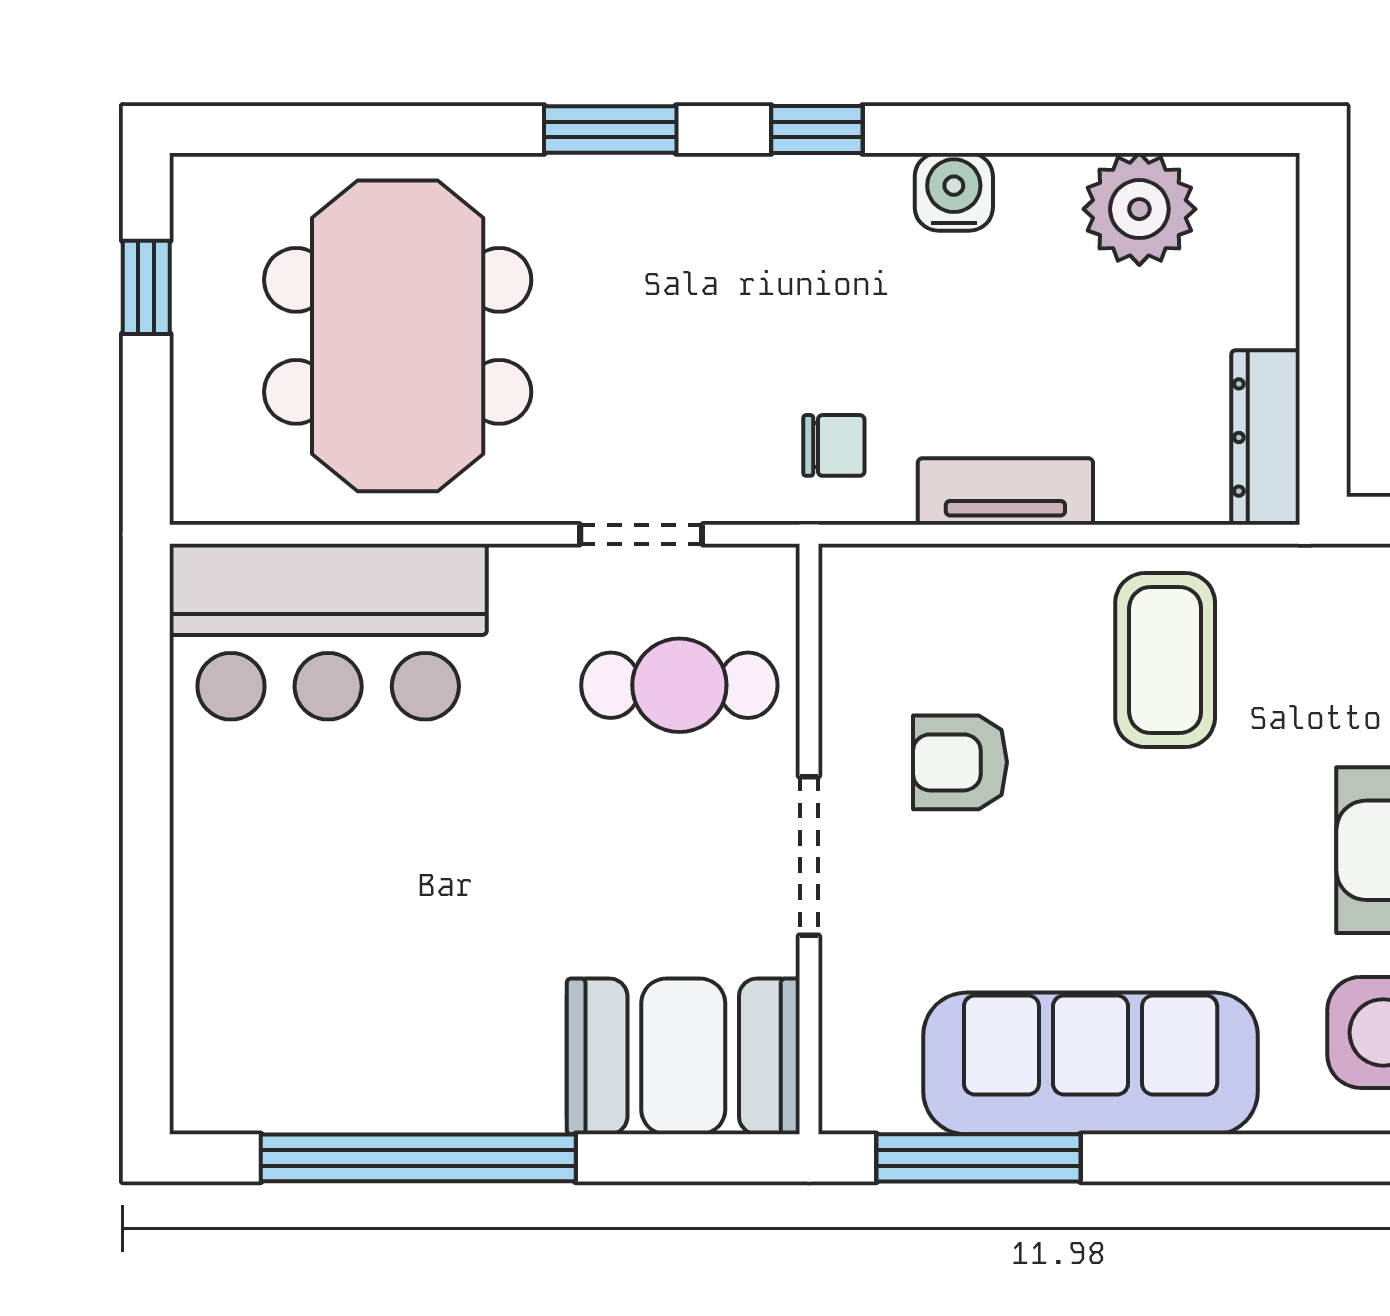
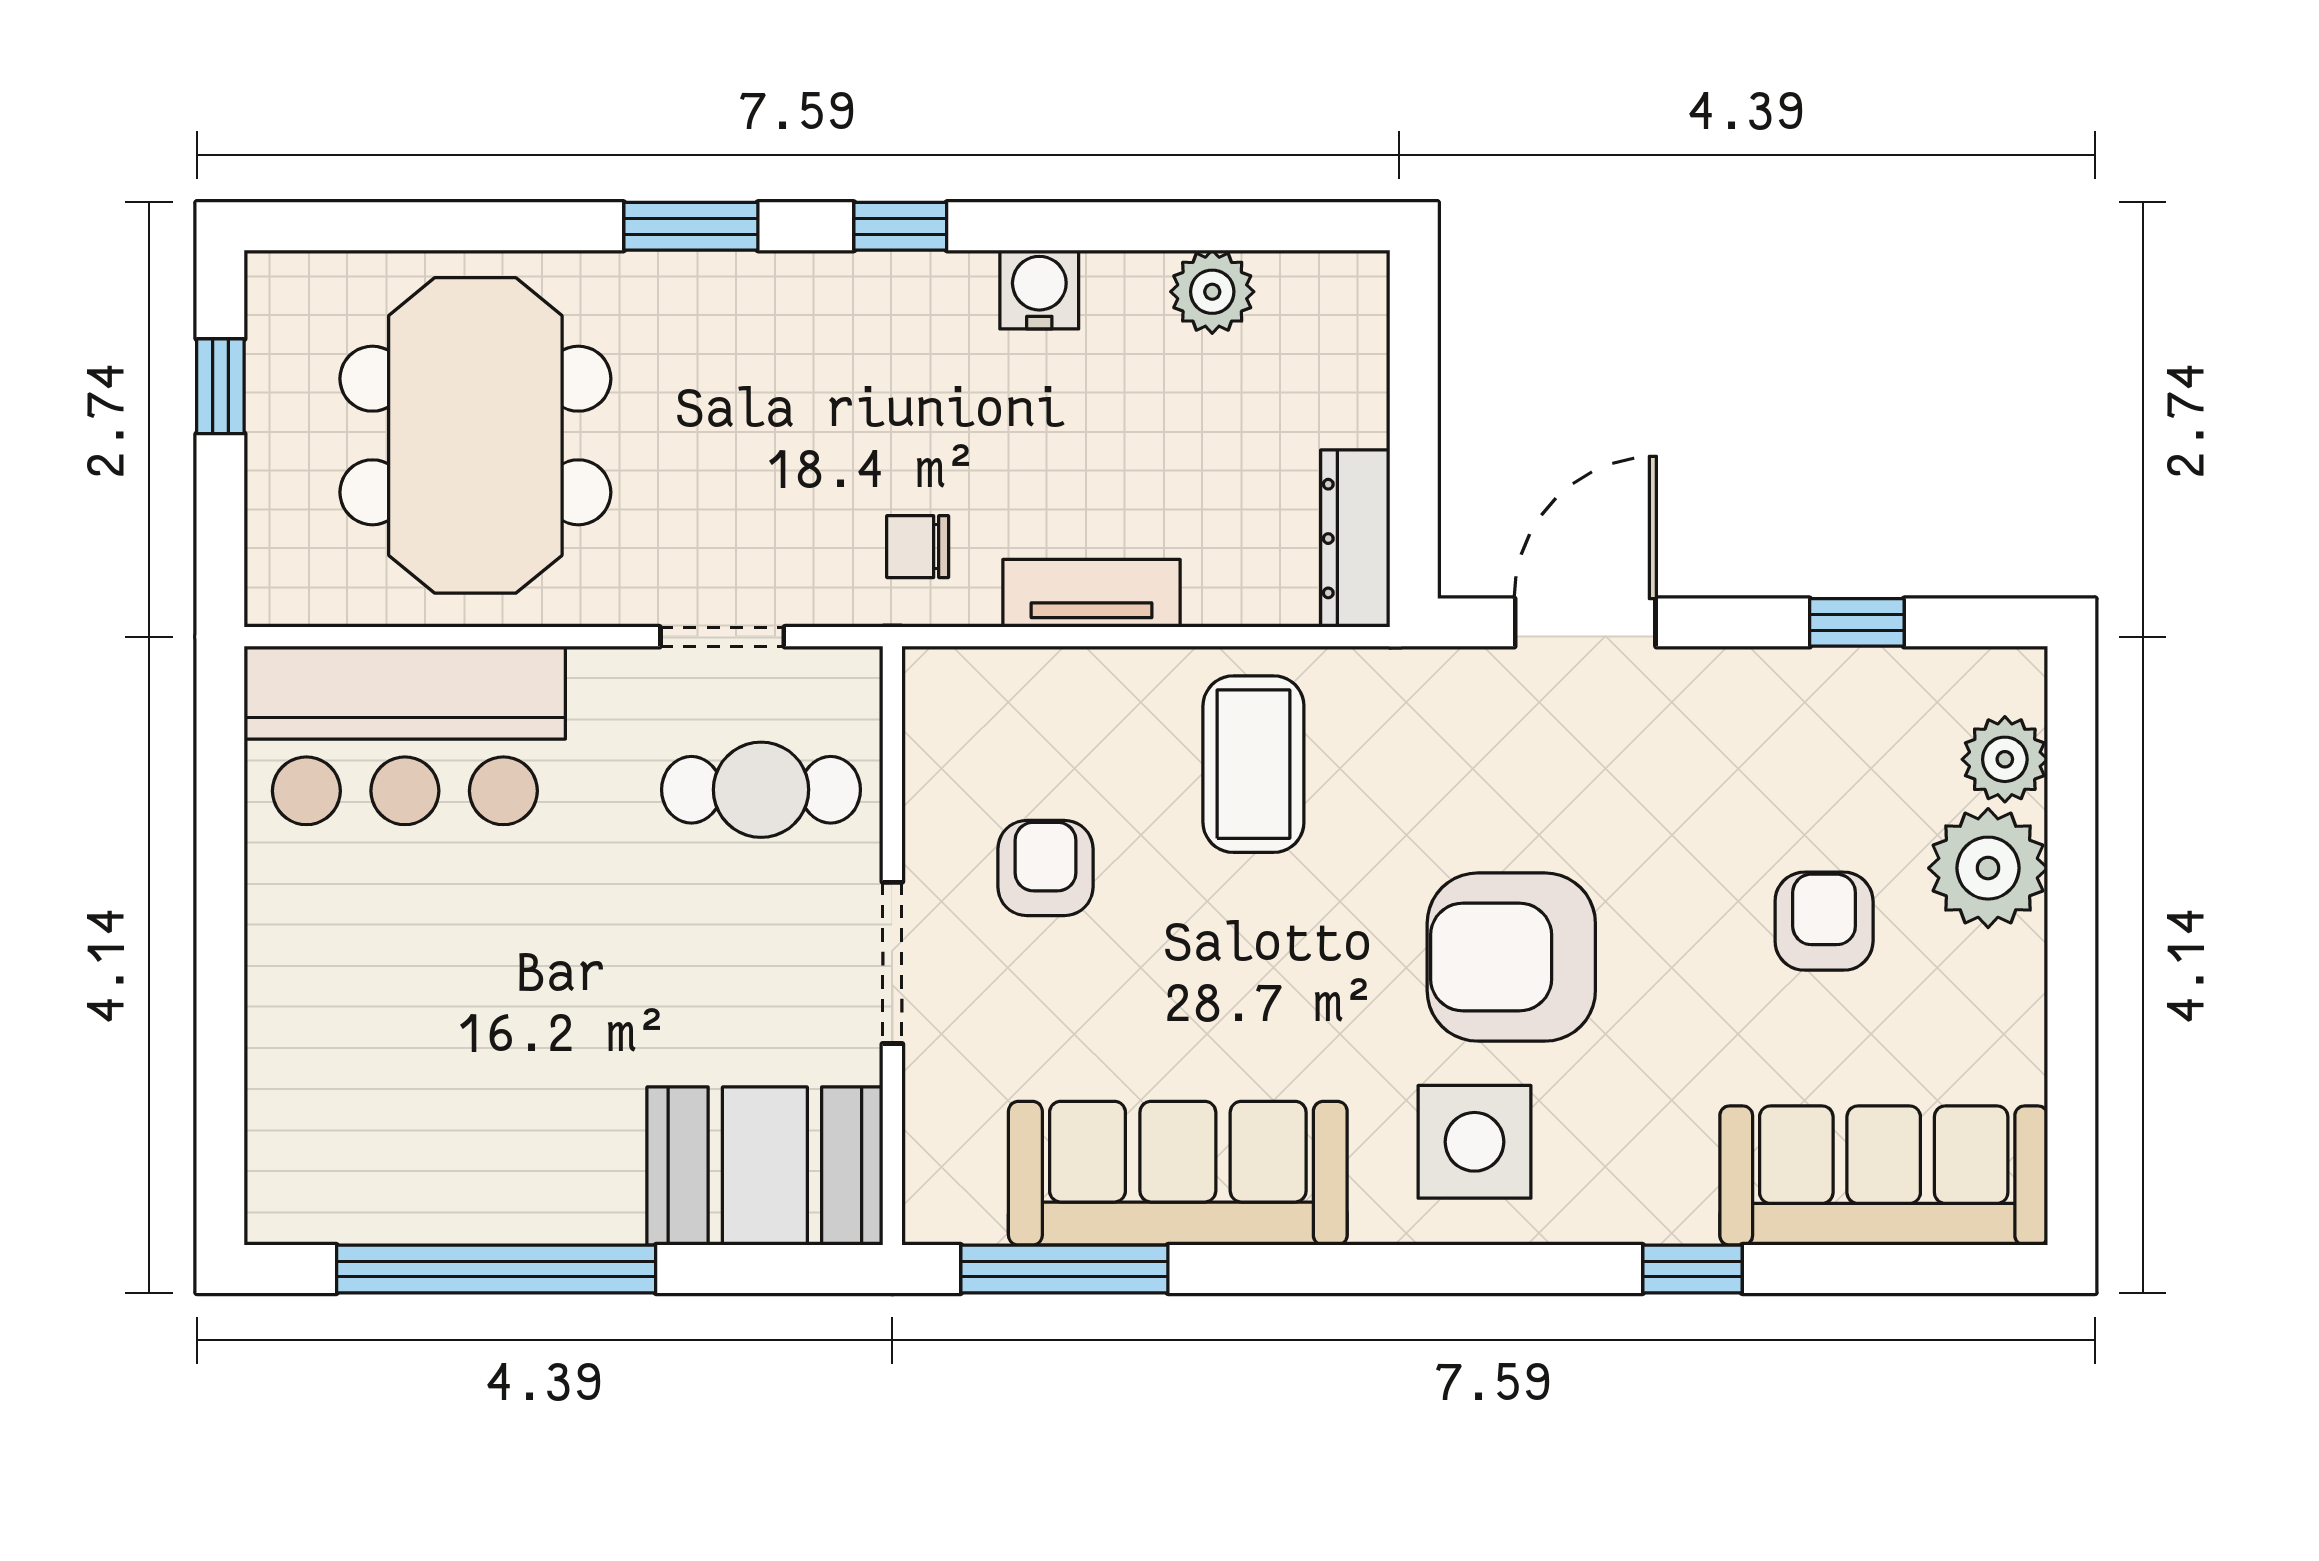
plant: (1139, 209) -> (1212, 292), width x0.73, depth x0.73
chair: (834, 445) -> (918, 547), turned 180
armchair: (960, 762) -> (1046, 868), turned 90

